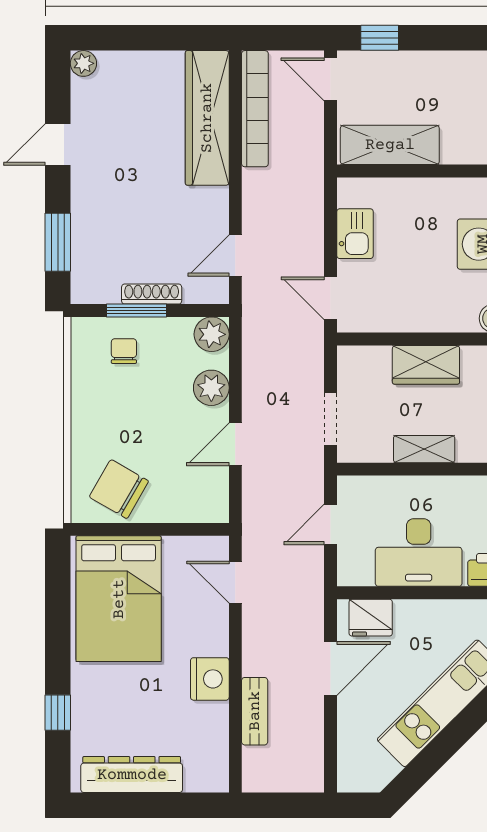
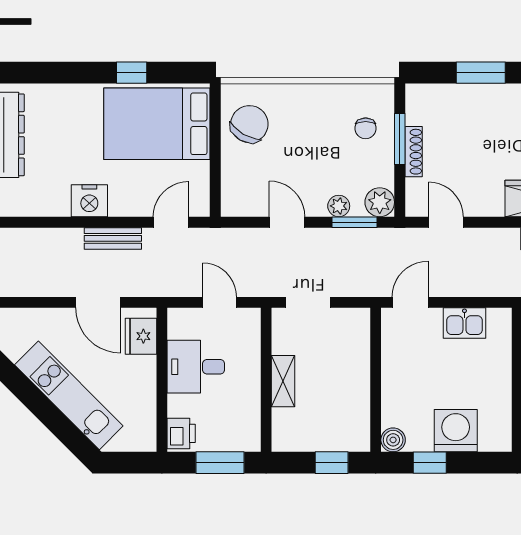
window: (58, 242) -> (481, 73), moved
chair: (124, 351) -> (366, 128), turned 90
window: (235, 364) -> (355, 222), added
wardrobe: (426, 365) -> (354, 383), removed
plant: (211, 388) -> (339, 206), width x0.73, depth x0.73
desk: (419, 553) -> (196, 367), width x0.73
bench: (255, 711) -> (113, 238), moved
window: (58, 713) -> (132, 73), moved

